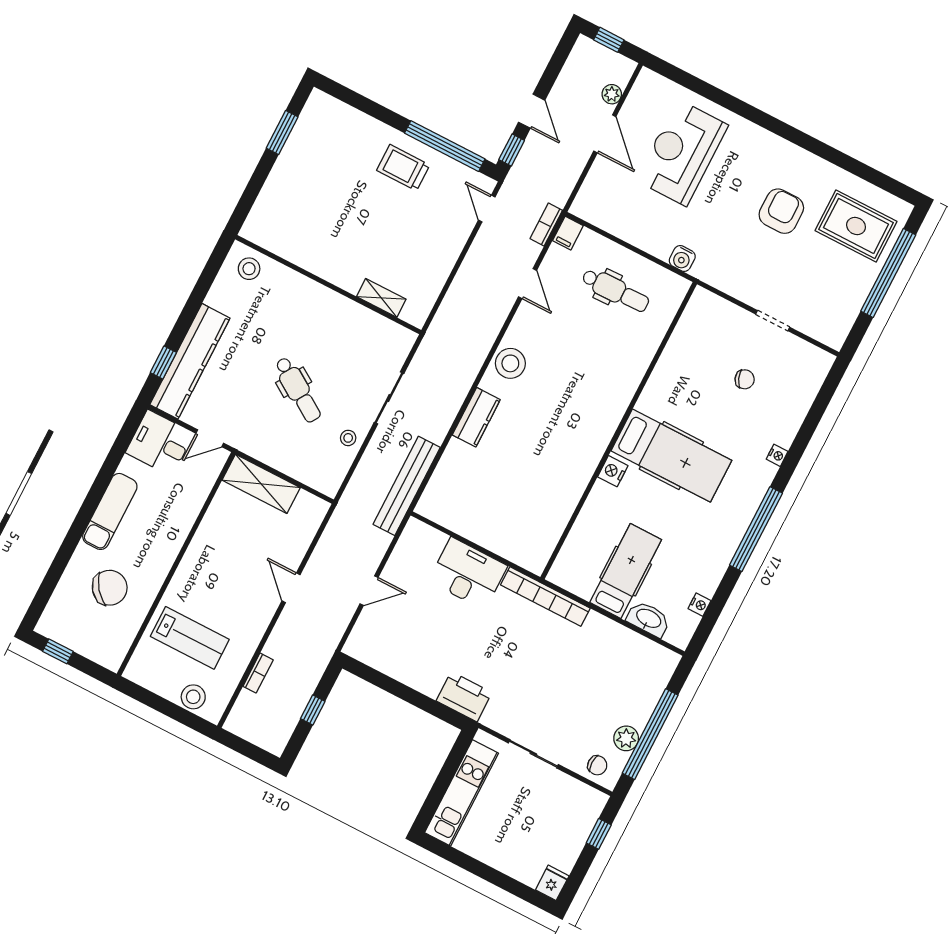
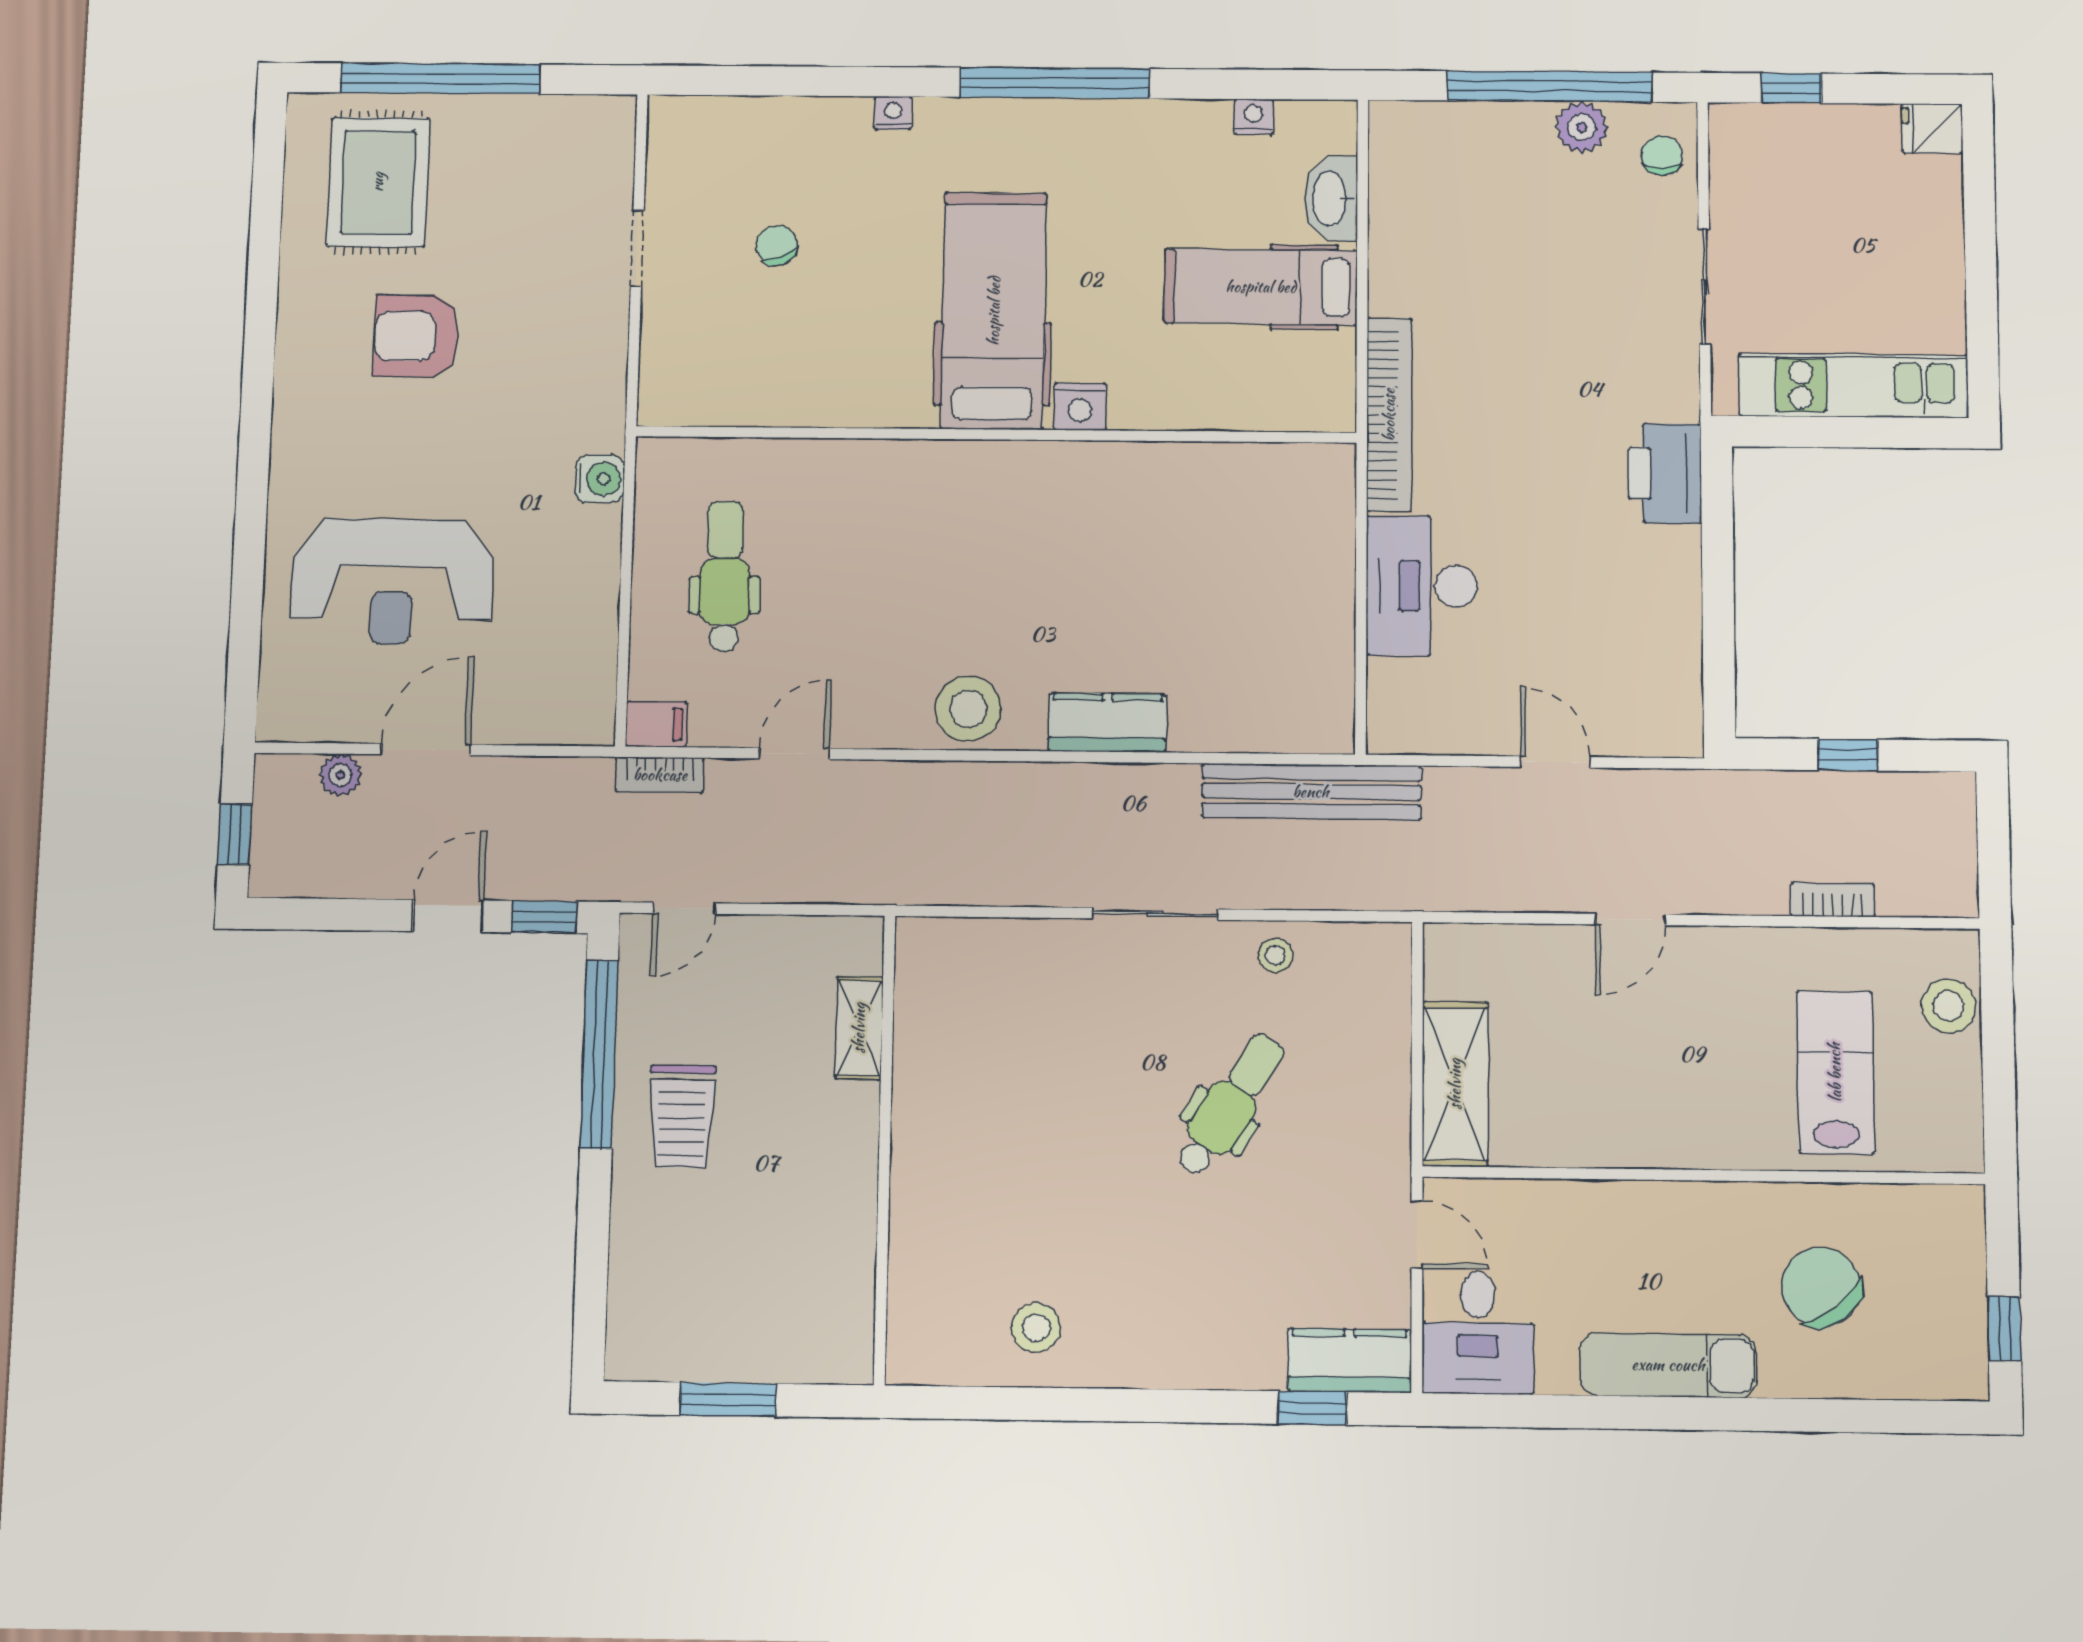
wall: (328, 285) -> (885, 1148), moved
shelving: (381, 298) -> (859, 1028), moved
kitchen counter: (190, 361) -> (1350, 1361), width x0.48, depth x0.86

